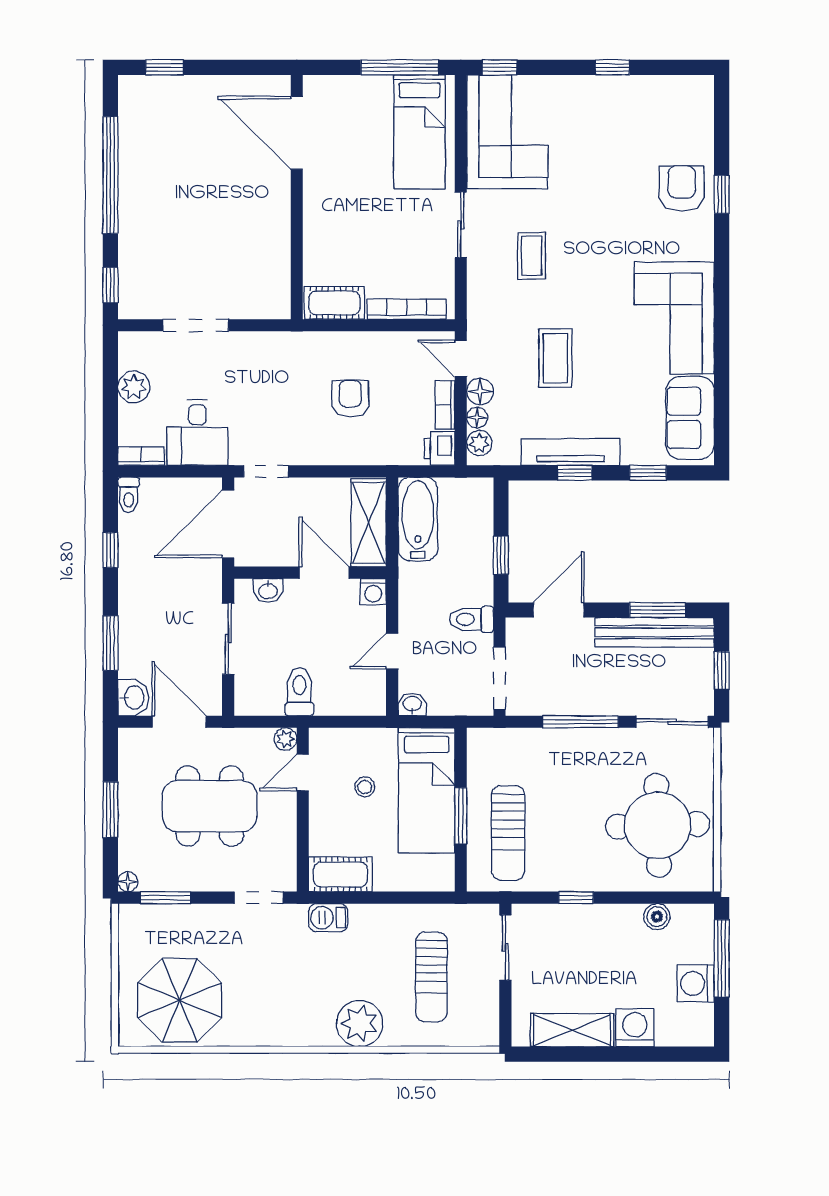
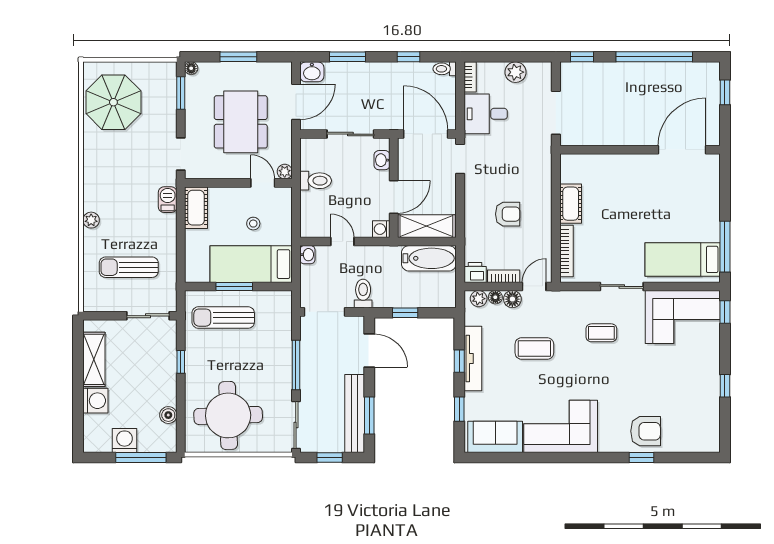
door: (297, 133) -> (682, 150), moved
wall: (297, 197) -> (640, 150), moved
plant: (360, 1023) -> (91, 220), width x0.53, depth x0.53

